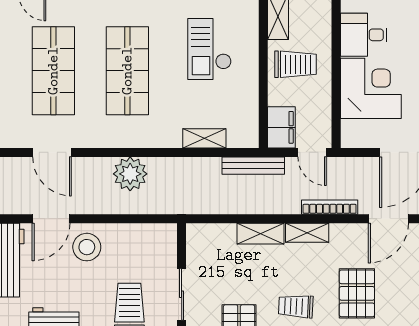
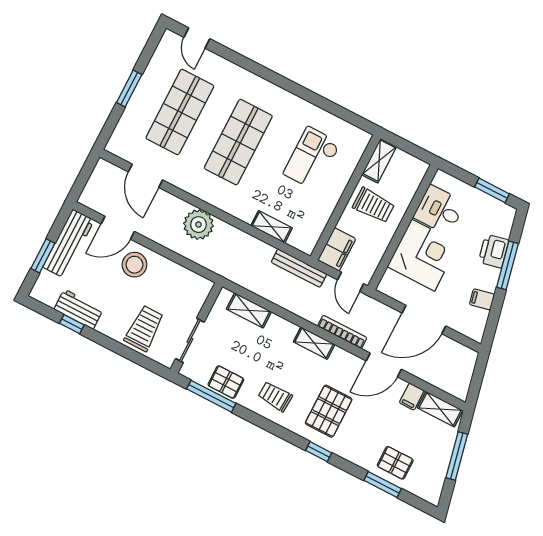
shelving: (261, 234) -> (249, 310), moved

